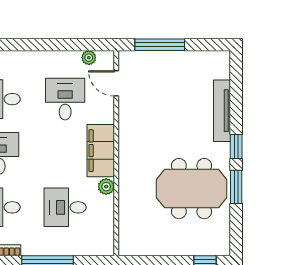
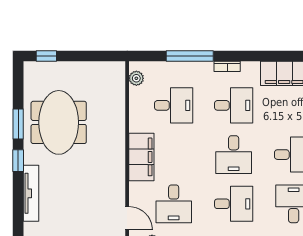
plant: (106, 187) -> (136, 78), moved
meeting table: (192, 189) -> (59, 122), turned 90

